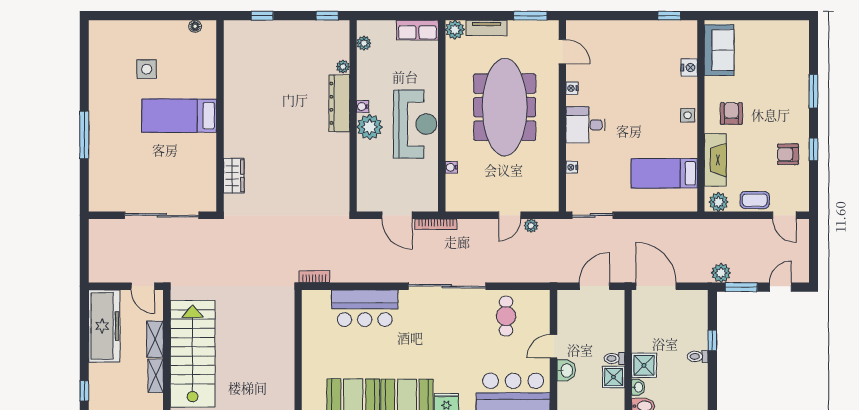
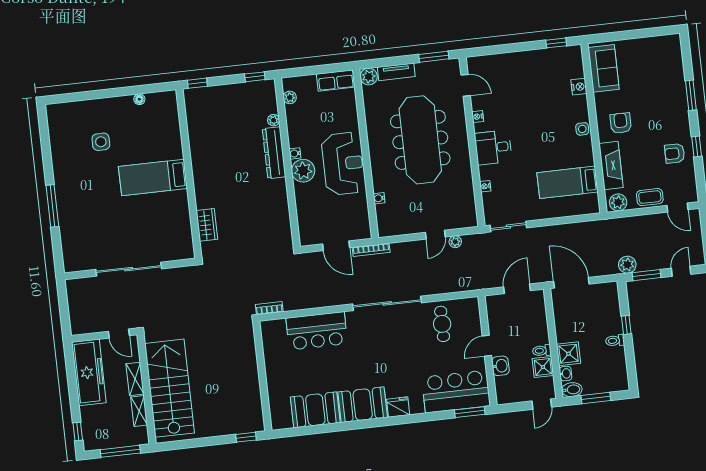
bed: (179, 116) -> (153, 177), moved
wall: (220, 116) -> (189, 174), moved
wardrobe: (234, 176) -> (207, 225), moved

